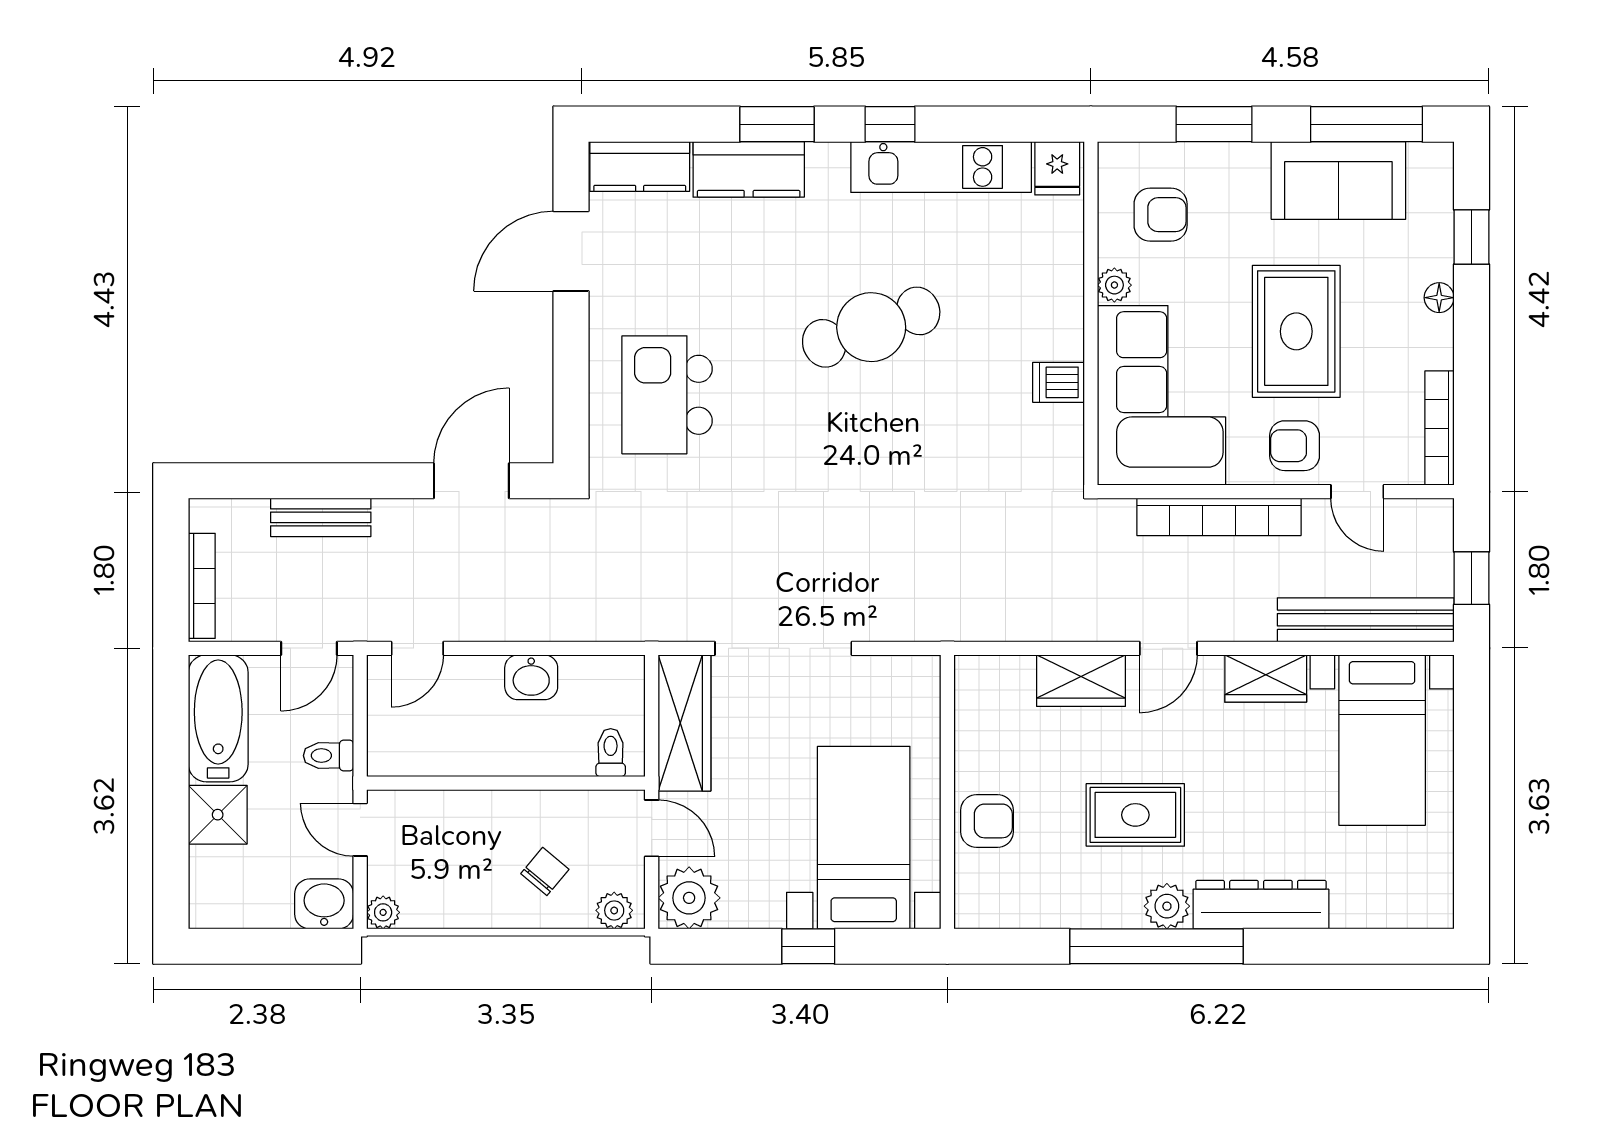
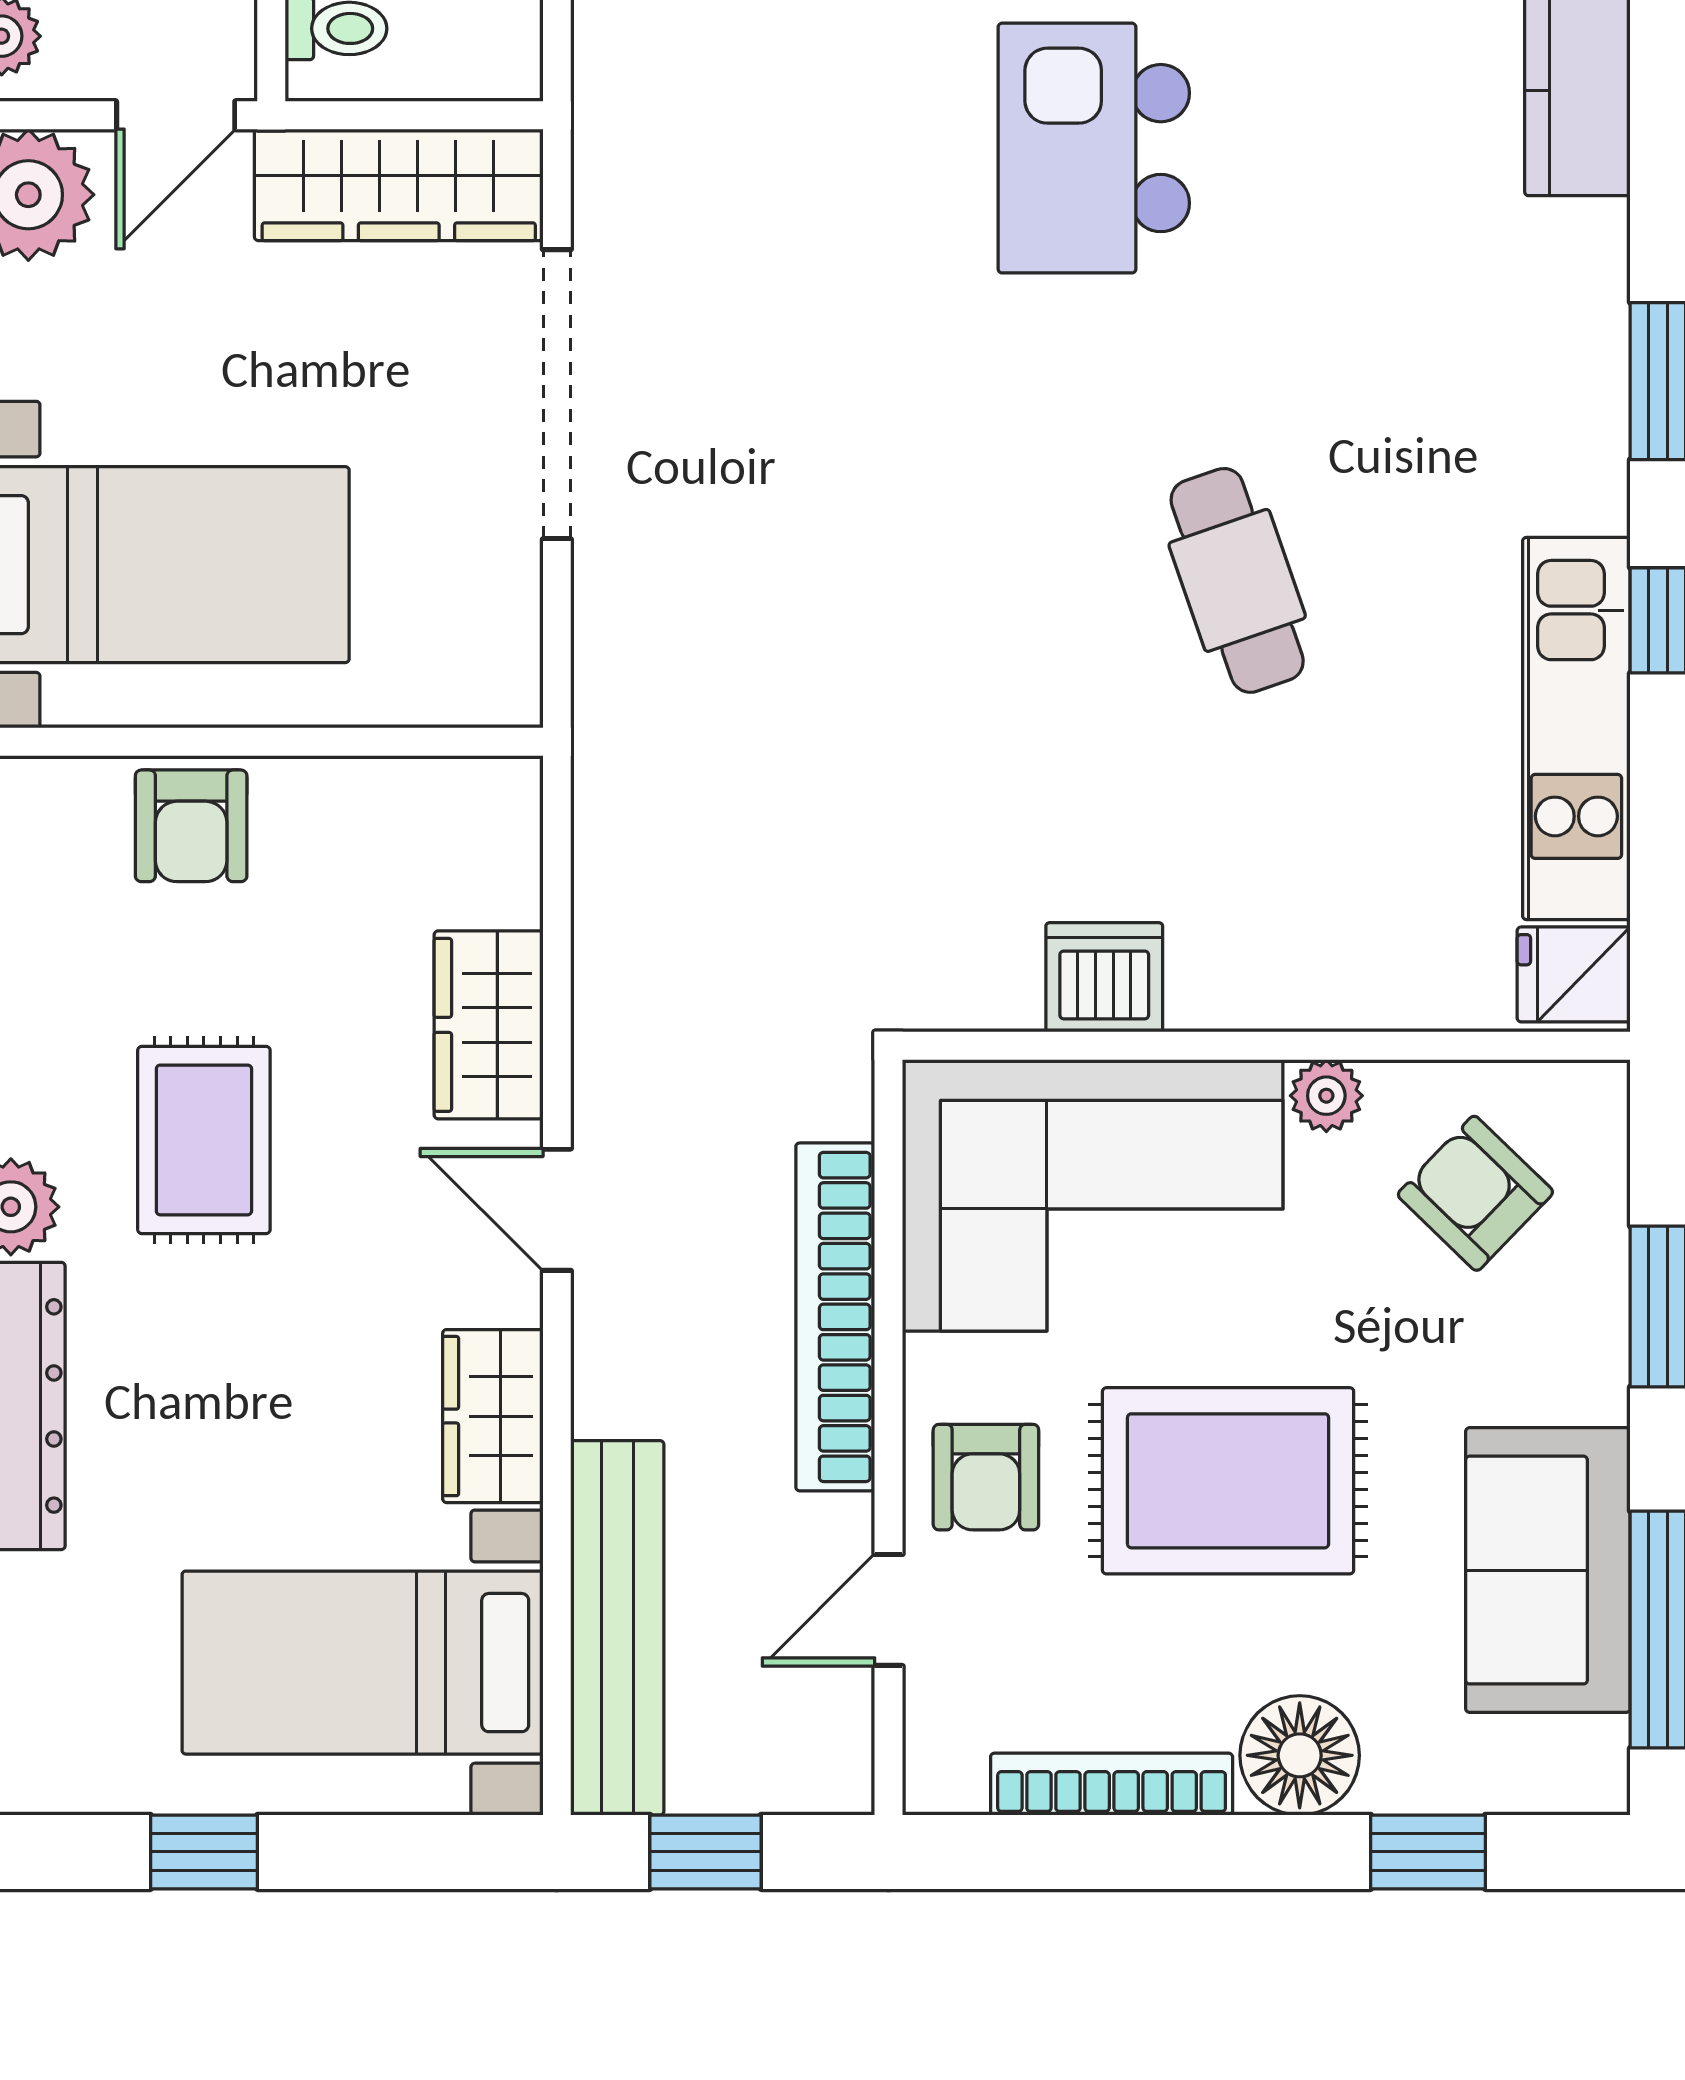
kitchen counter: (749, 169) -> (1571, 321), removed
armchair: (1161, 215) -> (1475, 1193), turned 134
floor lamp: (1439, 298) -> (1300, 1755), width x1.89, depth x1.89
cafe table: (871, 327) -> (1237, 580), width x0.73, depth x0.74
dishwasher: (1059, 382) -> (1104, 977), width x1.38
kitchen island: (667, 395) -> (1094, 148), turned -90
bookcase: (1439, 428) -> (1112, 1784), moved
armchair: (1295, 446) -> (986, 1477), turned 180
window: (1471, 815) -> (204, 1852), added

